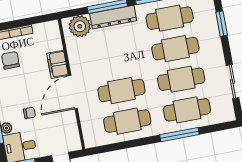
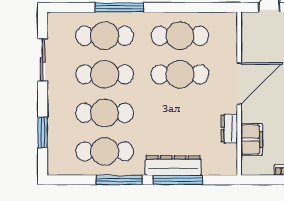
plant: (80, 26) -> (216, 162), removed
dresser: (74, 55) -> (229, 129), added
filing cabinet: (57, 64) -> (252, 139), moved

